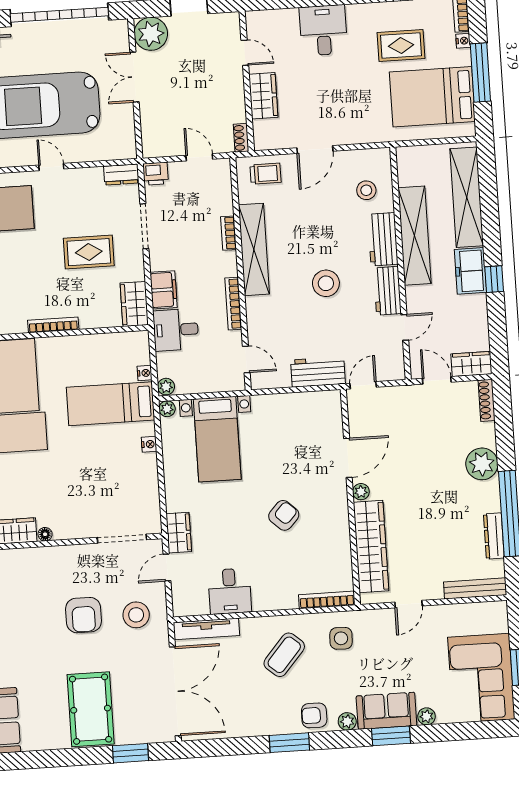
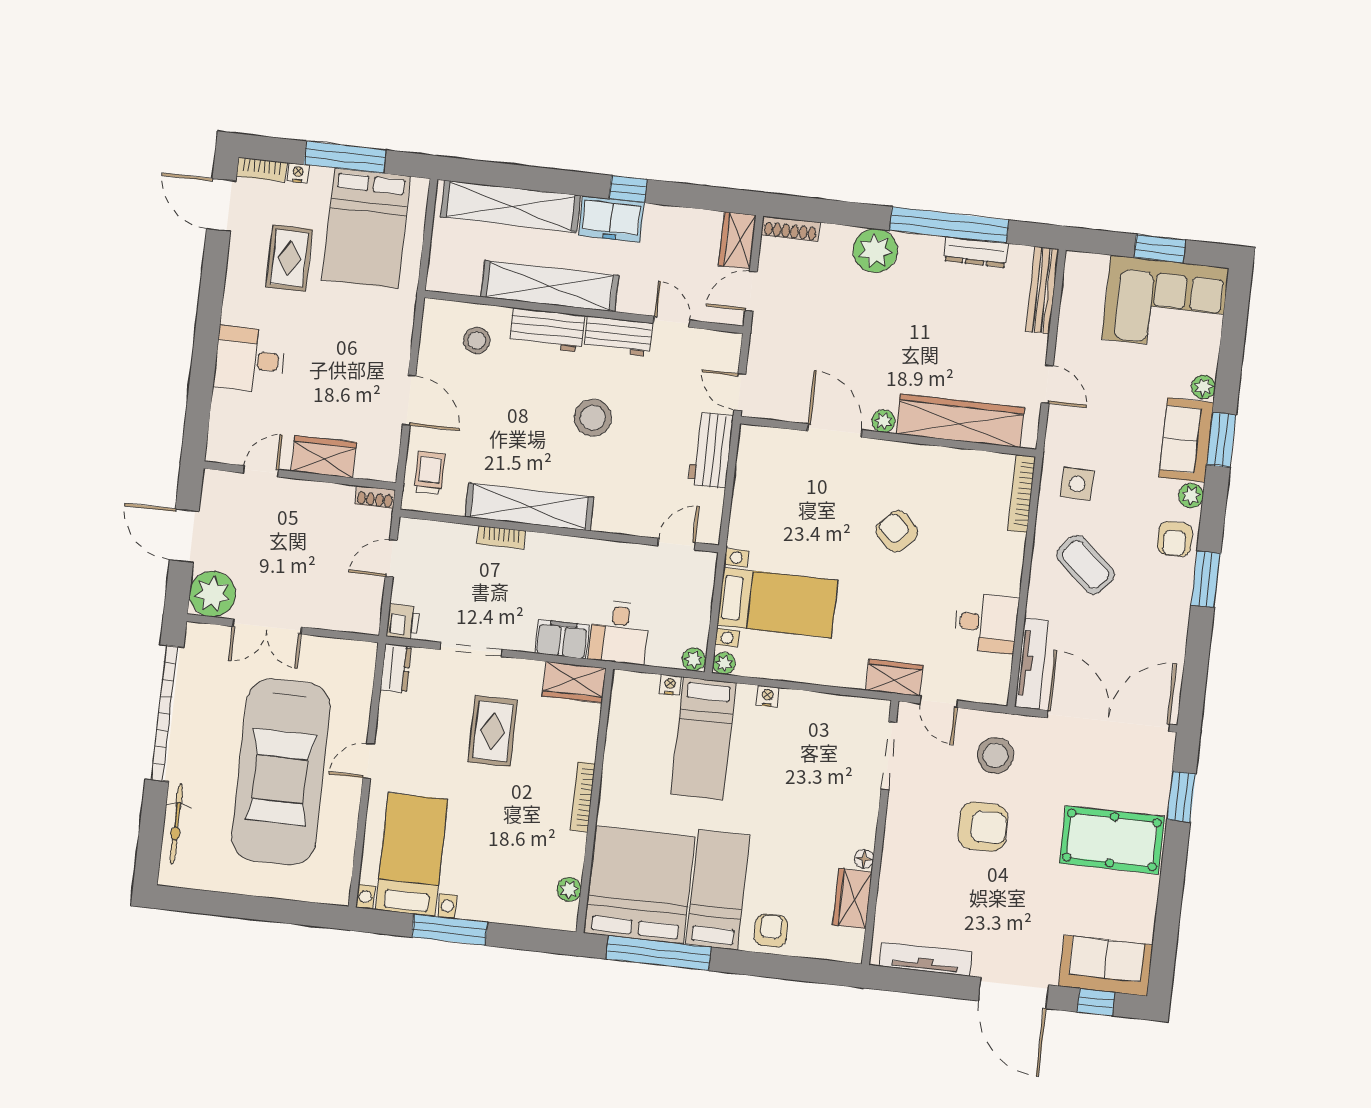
bookcase: (233, 304) -> (598, 548), removed

